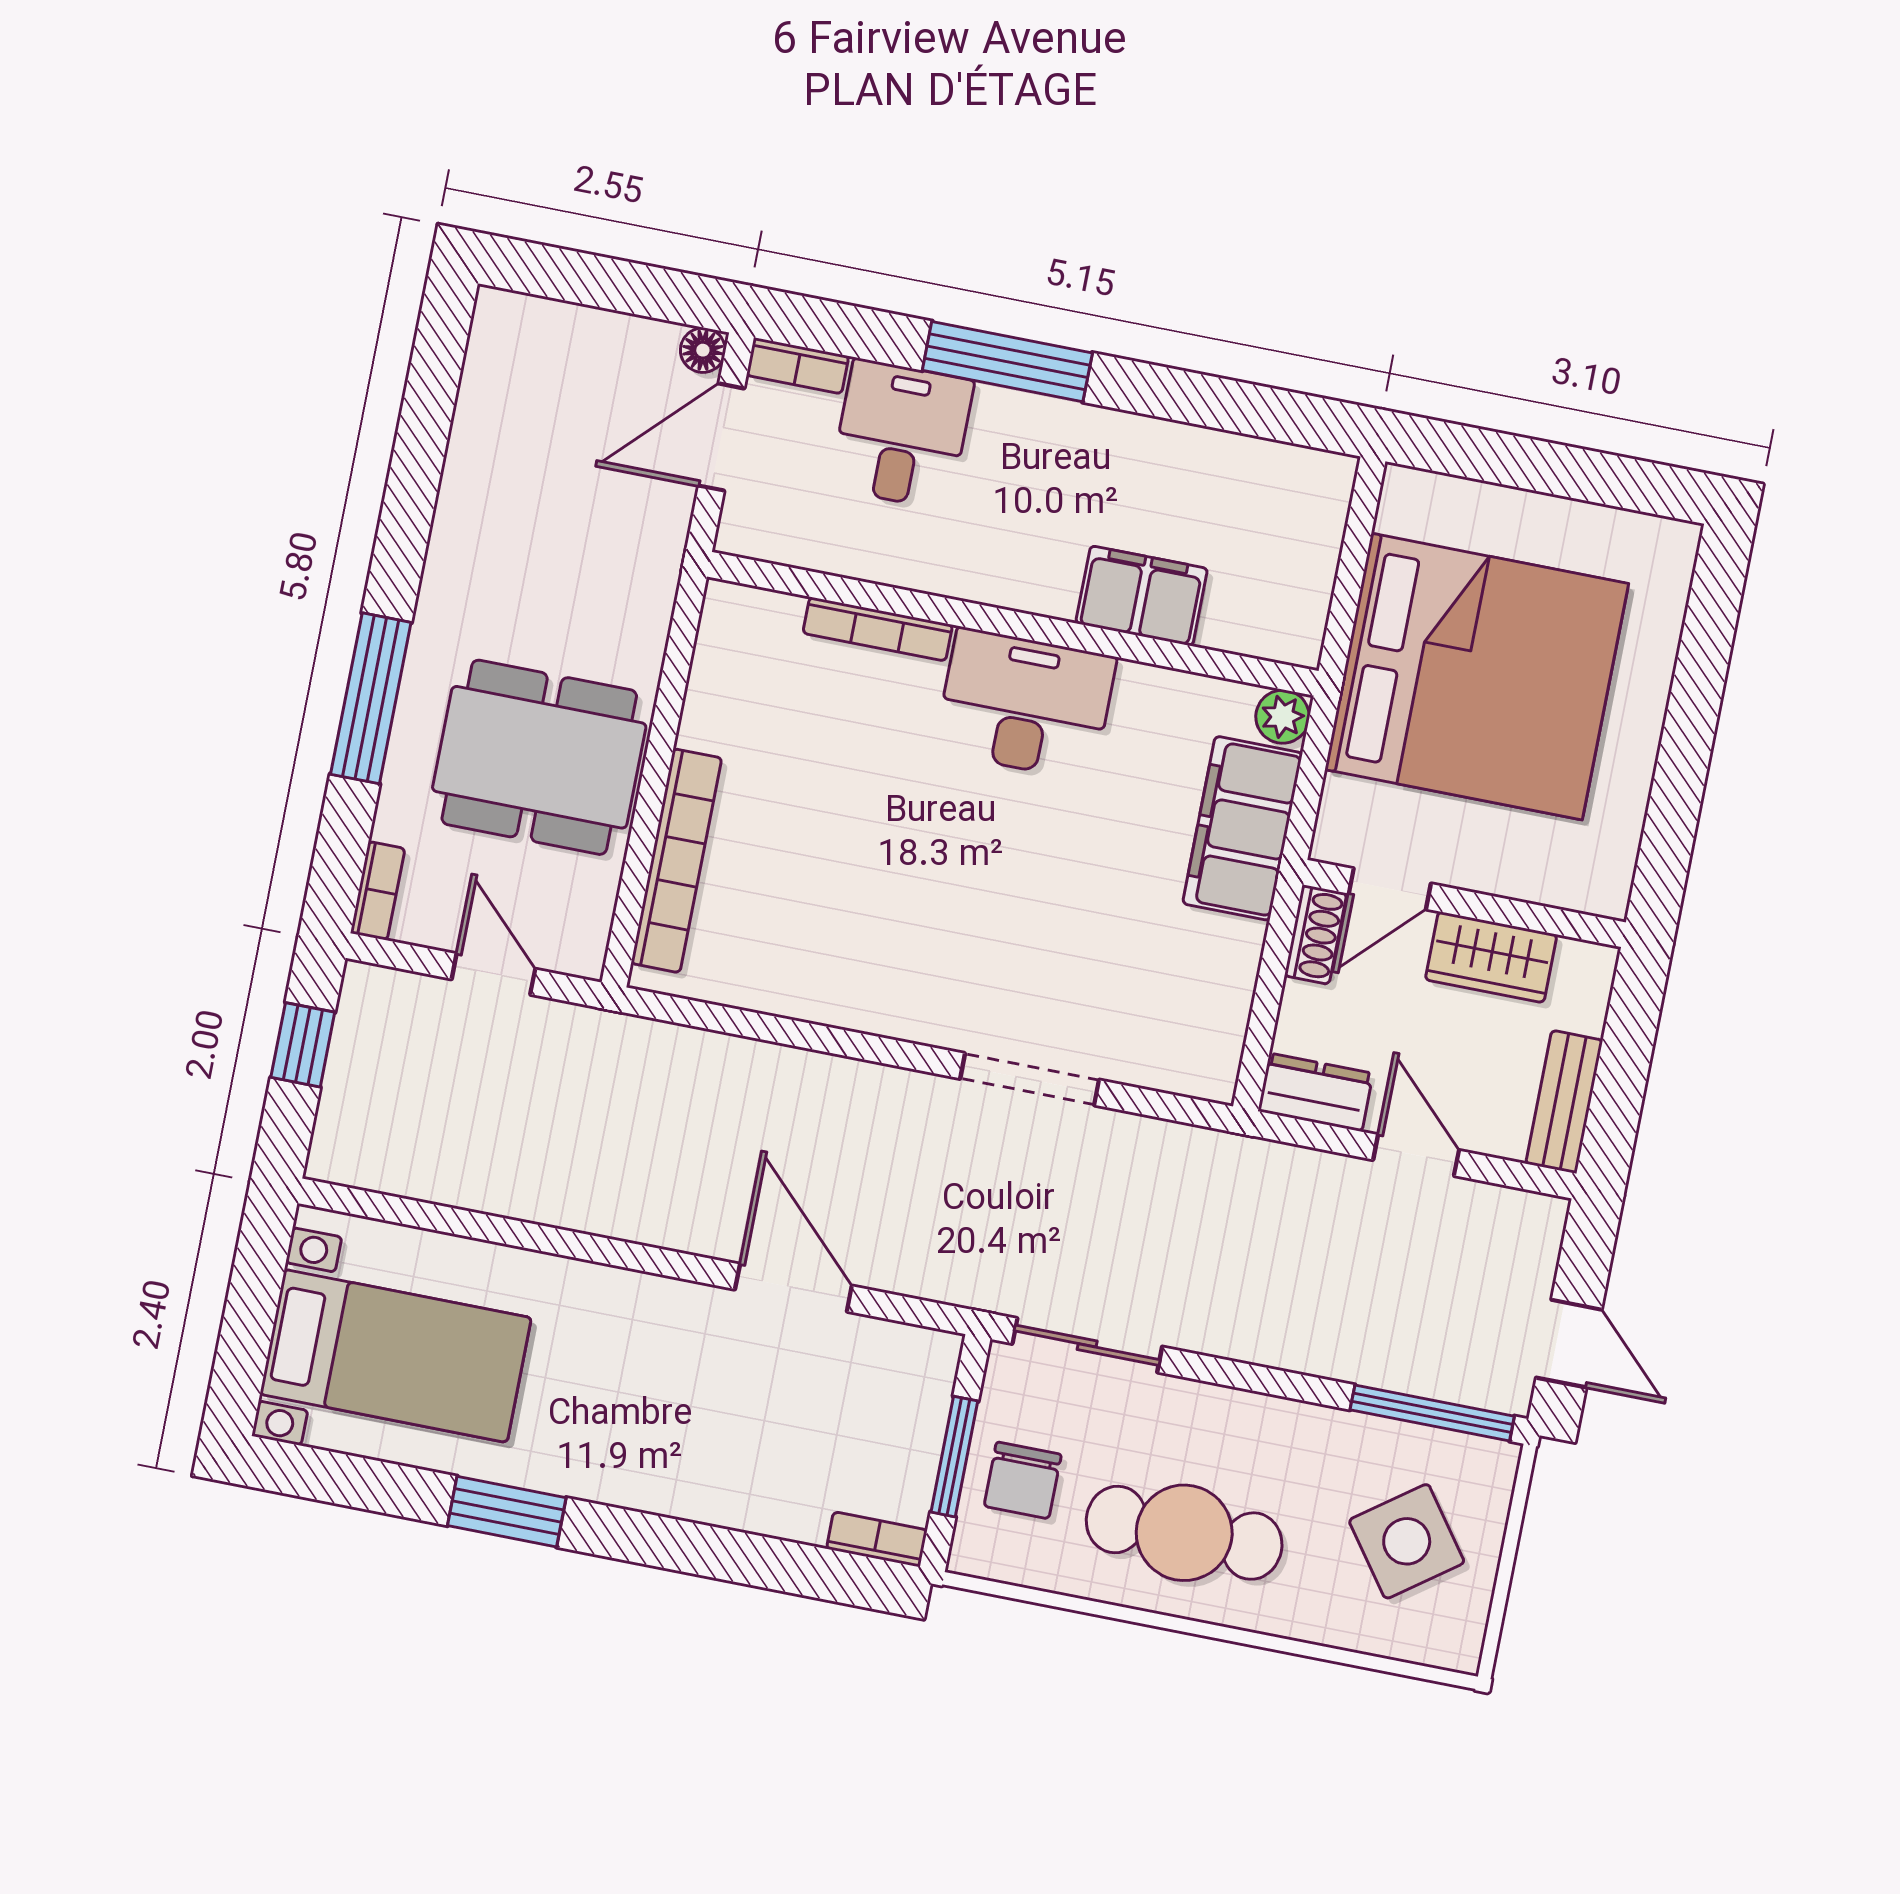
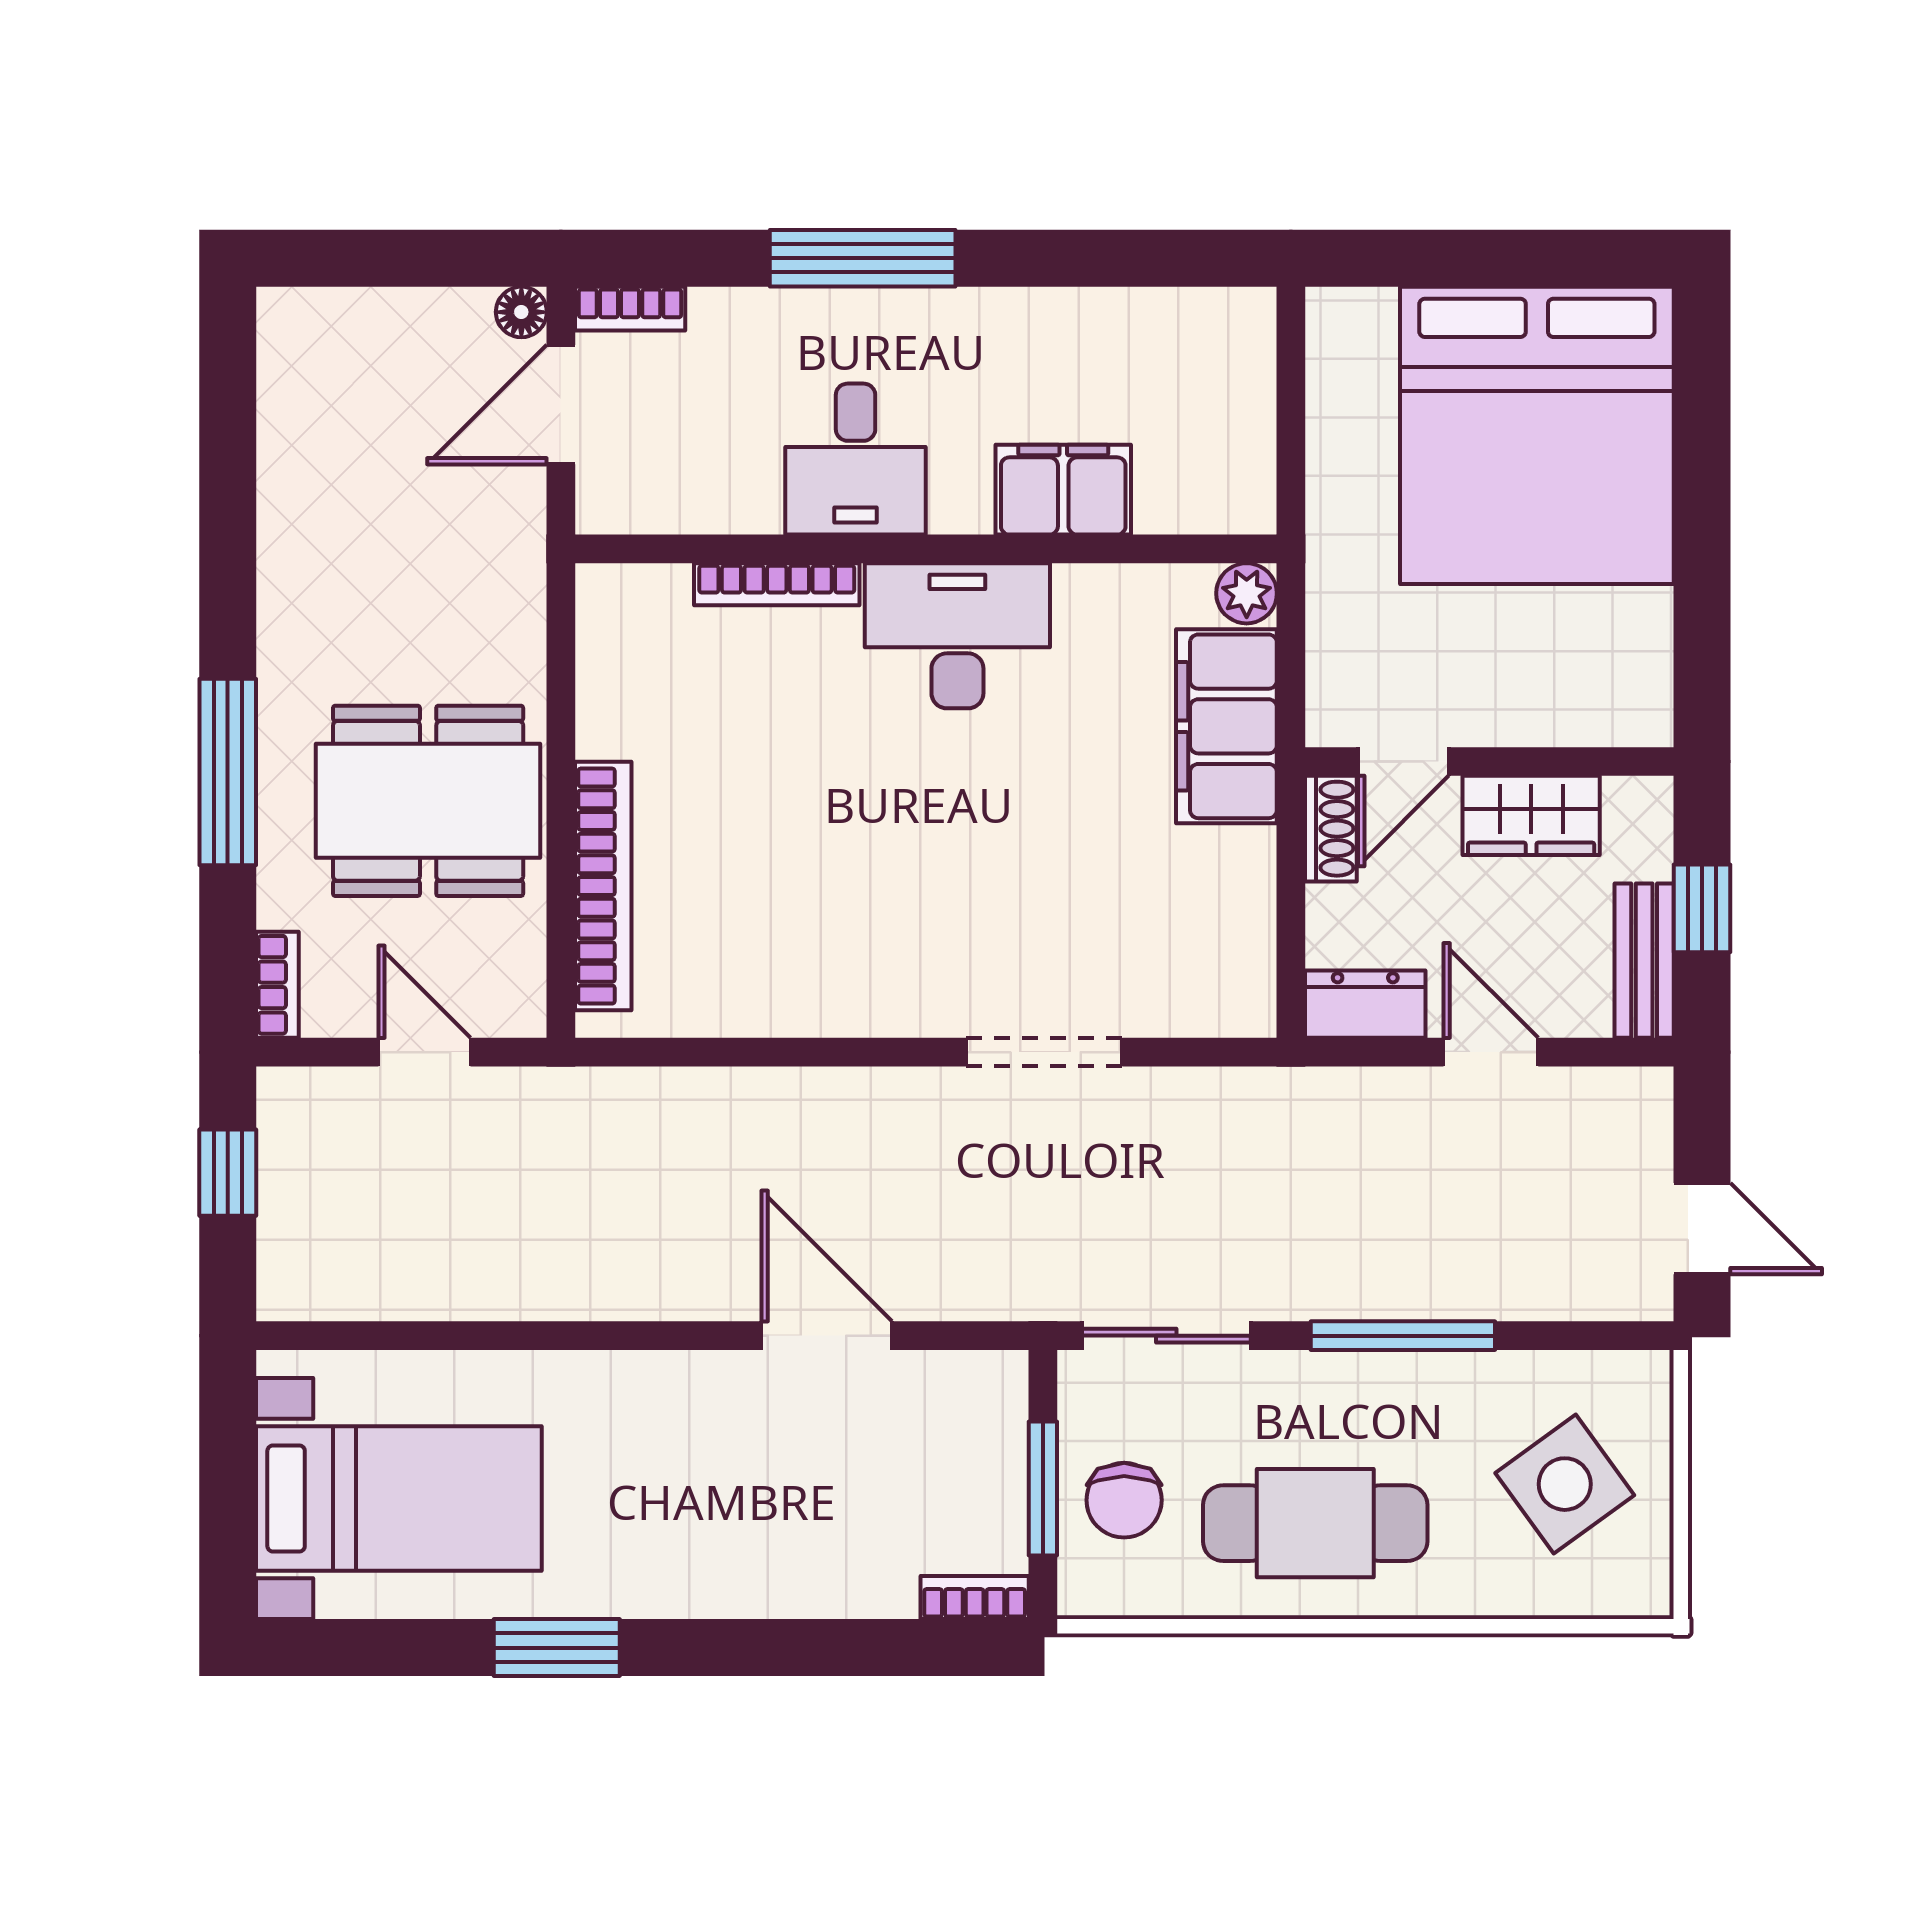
desk: (902, 434) -> (856, 459), moved, turned 180
bed: (1477, 677) -> (1537, 435), moved, turned 90
window: (1623, 1067) -> (1702, 908), added
window: (1432, 1413) -> (1403, 1336), moved

